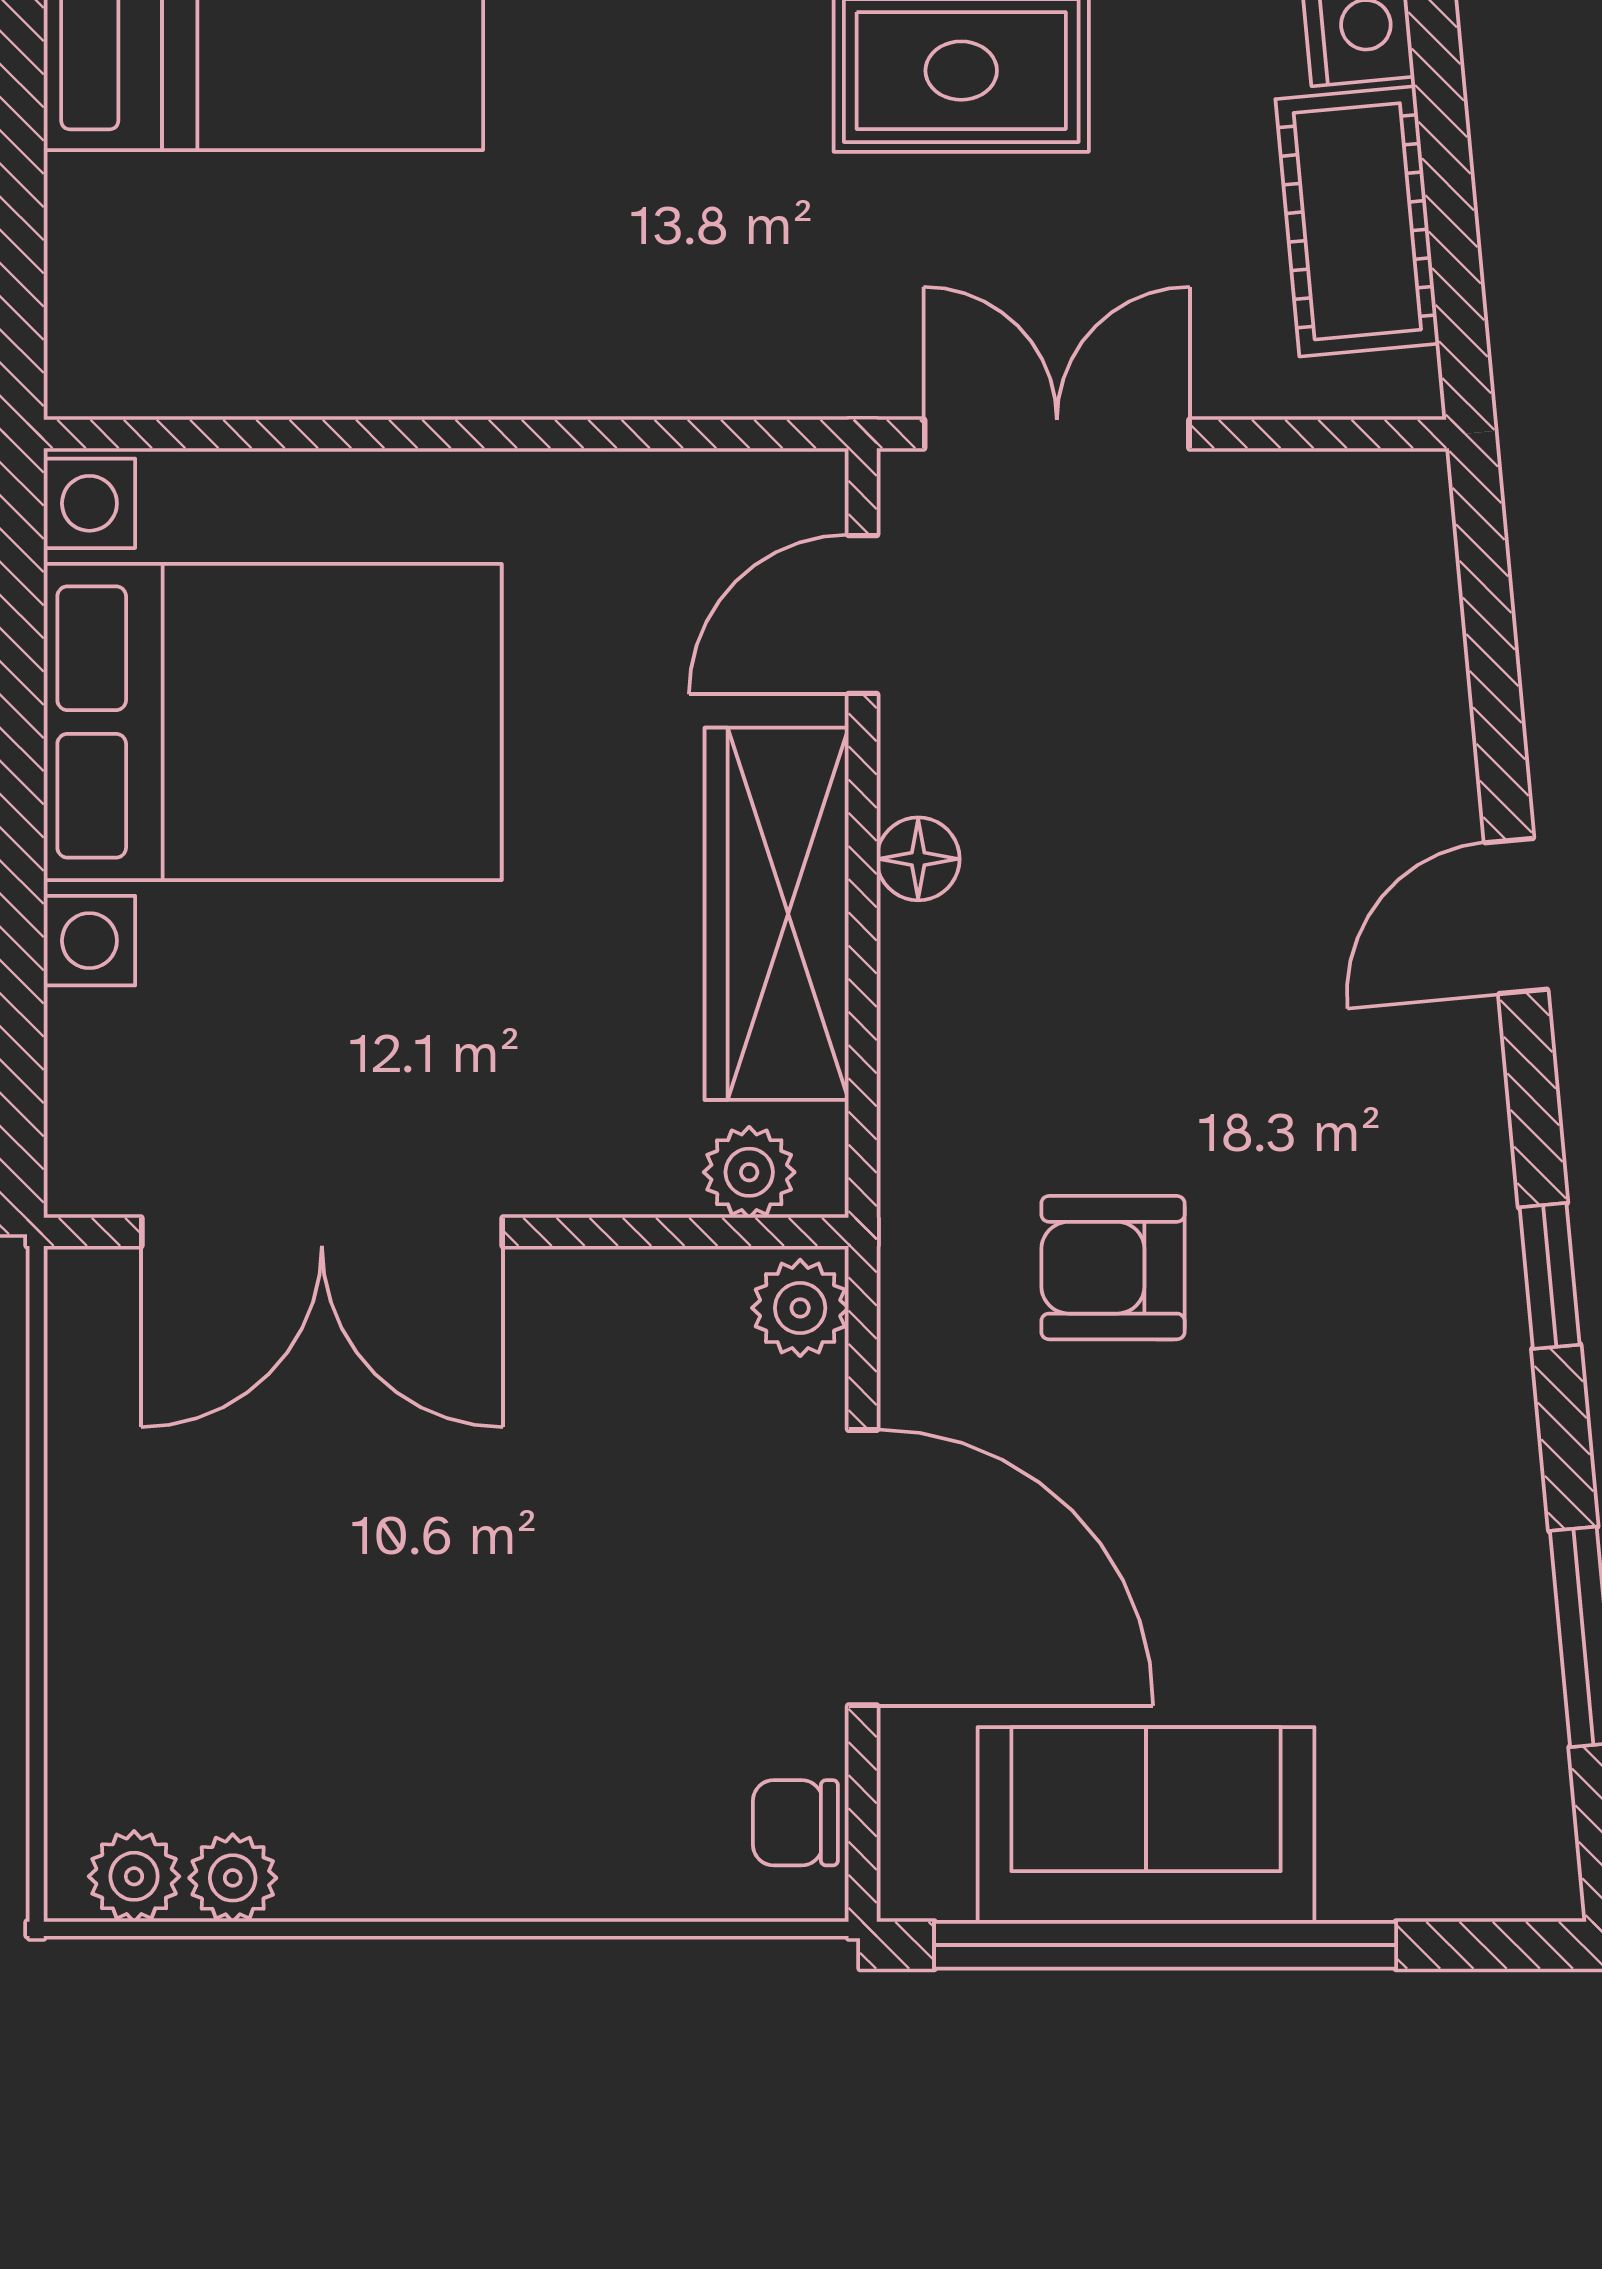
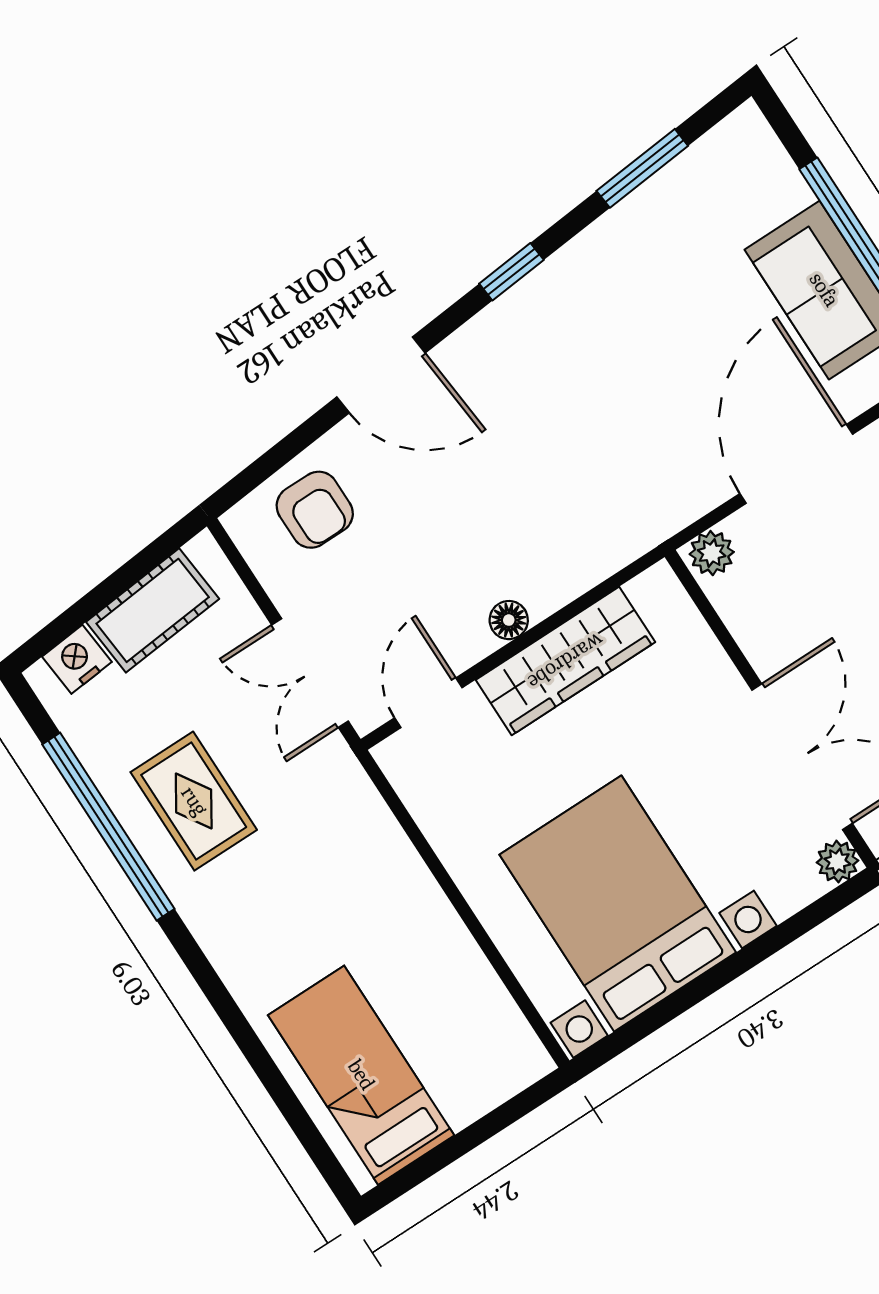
door: (863, 615) -> (428, 703), swing flipped
door: (1516, 916) -> (381, 375), width x1.37
plant: (749, 1172) -> (837, 861), moved
armchair: (1113, 1268) -> (315, 510), moved

